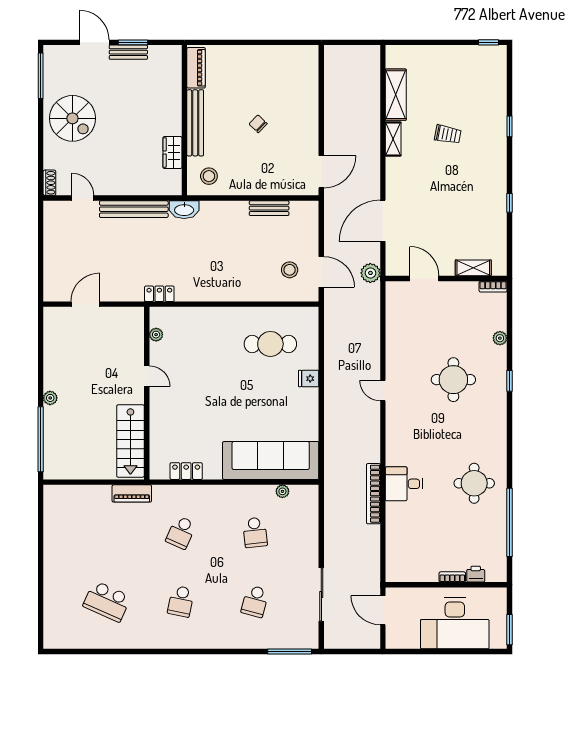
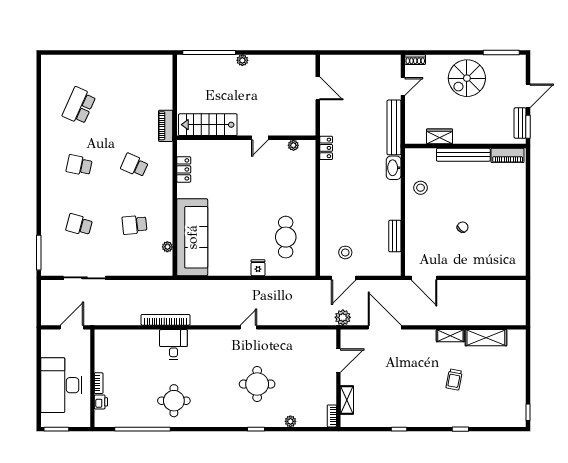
piano: (196, 68) -> (508, 155), moved
wall: (184, 120) -> (465, 146), moved
bench: (195, 123) -> (463, 155), moved
wardrobe: (172, 153) -> (439, 136), moved

